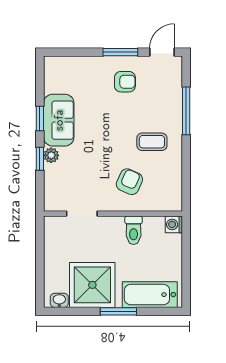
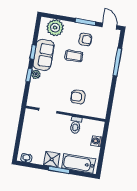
door: (162, 52) -> (109, 26), hinge flipped
plant: (70, 71) -> (55, 28), added
coffee table: (152, 142) -> (74, 56), moved
armchair: (129, 182) -> (78, 97), turned -114
washing machine: (174, 224) -> (97, 141), moved
shower: (92, 285) -> (52, 159), width x0.54, depth x0.54

